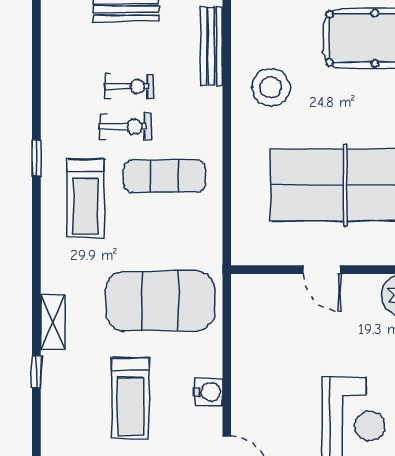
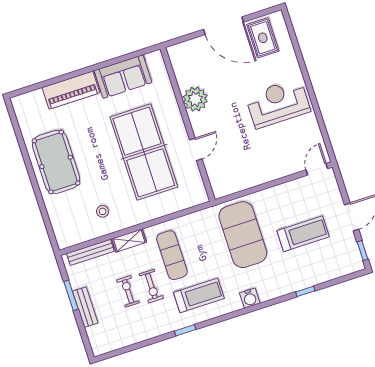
stool: (271, 87) -> (103, 211), width x0.53, depth x0.53
exercise bike: (125, 127) -> (151, 286), turned 180
shelving: (53, 322) -> (129, 240), moved
water cooler: (209, 392) -> (250, 298), moved, turned 180

